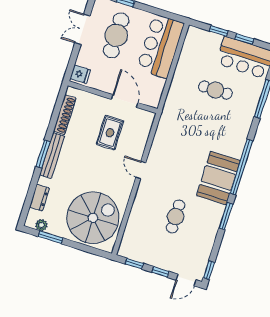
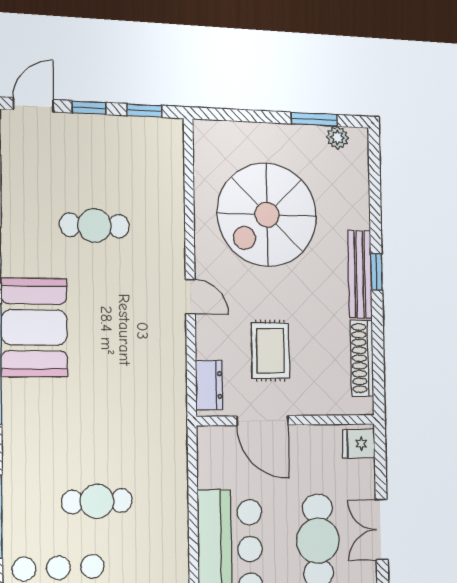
double door: (82, 29) -> (382, 530), swing flipped
window: (43, 154) -> (377, 272), width x0.67
dresser: (39, 198) -> (209, 385), moved, turned 180
cafe table: (176, 217) -> (94, 225), turned 90
spiral stairs: (93, 218) -> (267, 215), moved

